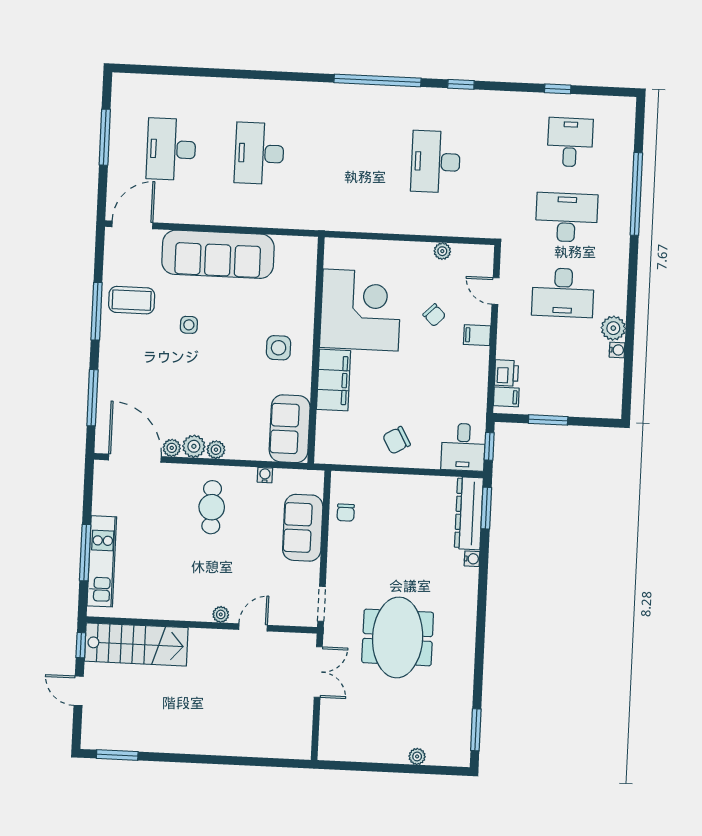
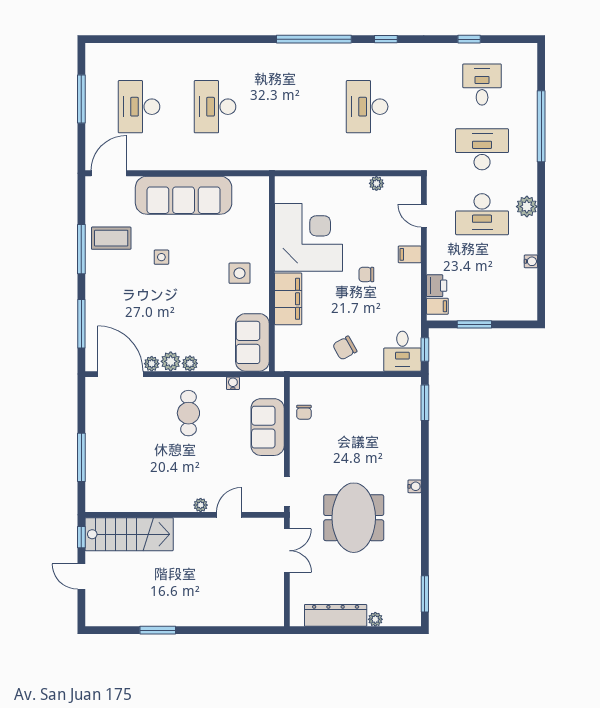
chair: (434, 315) -> (366, 274), moved, turned 135
plant: (613, 328) -> (527, 207), moved
dresser: (469, 513) -> (336, 615), moved, turned 90
water cooler: (472, 559) -> (415, 486), moved
kitchen unit: (102, 561) -> (96, 464), removed
window: (117, 755) -> (158, 630), moved

